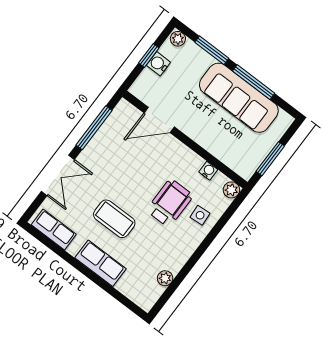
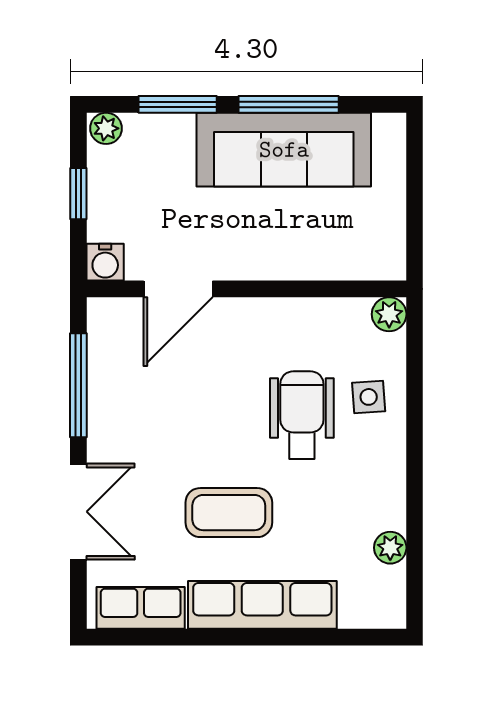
water cooler: (158, 64) -> (105, 262), moved, turned -90
window: (270, 159) -> (414, 212), removed
water cooler: (208, 171) -> (326, 312), removed
row of seats: (100, 263) -> (262, 605), width x1.48

